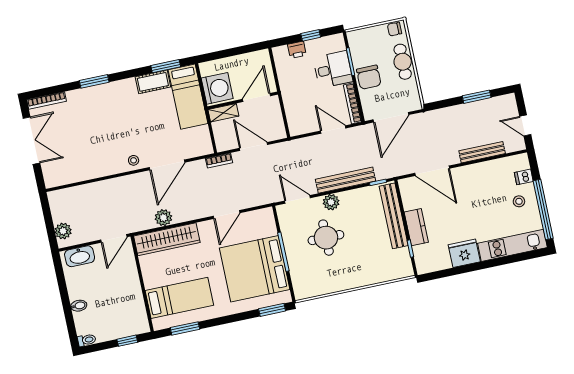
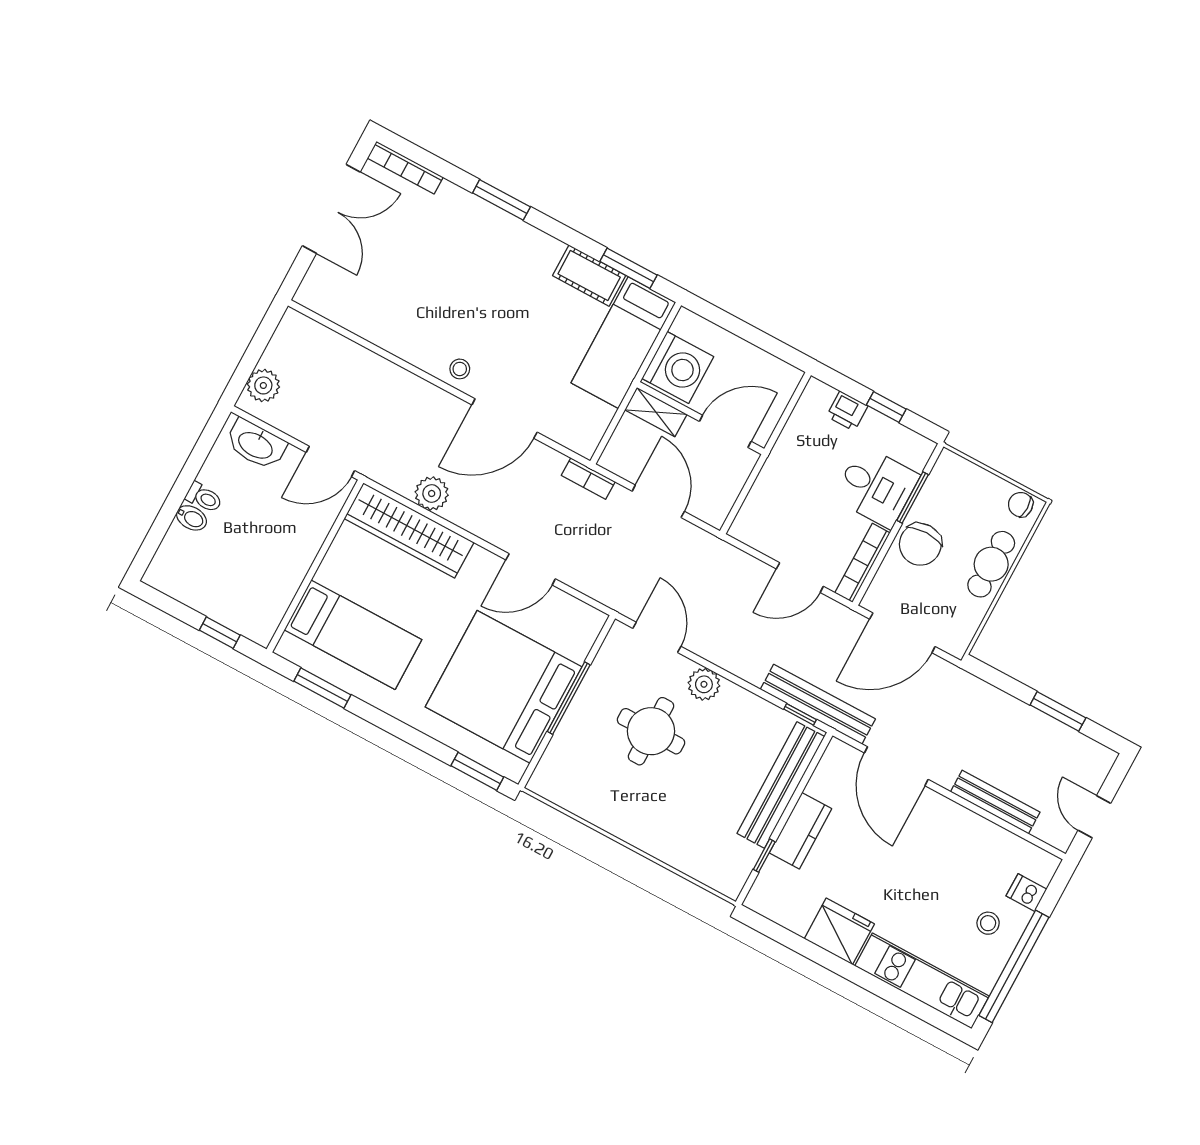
door: (333, 130) -> (800, 578), swing flipped
bench: (346, 180) -> (818, 704), moved
toilet: (87, 340) -> (204, 498), moved

